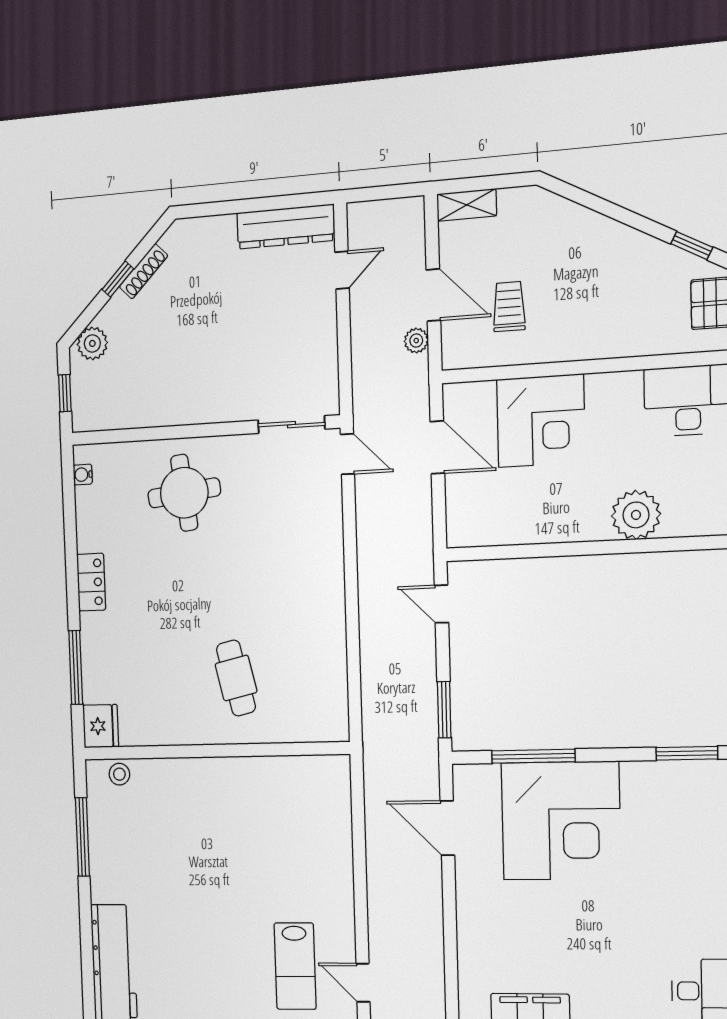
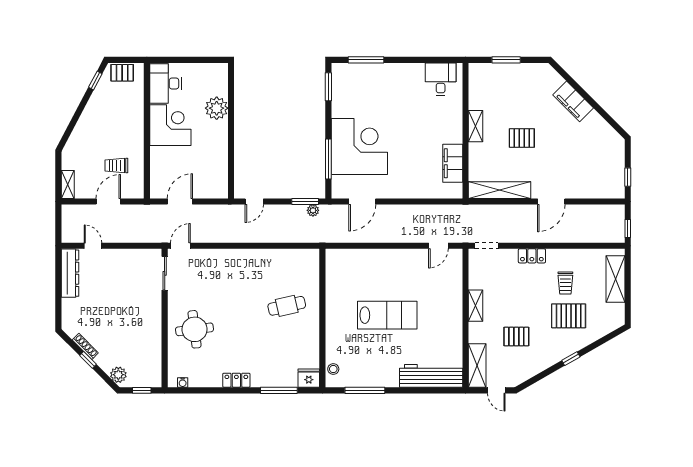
plant: (416, 341) -> (313, 210), moved
corner desk: (541, 421) -> (170, 125), moved
lab bench: (295, 966) -> (387, 315), moved, width x1.36, depth x1.39

